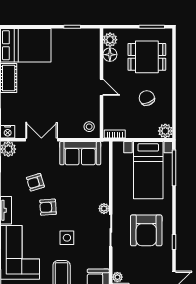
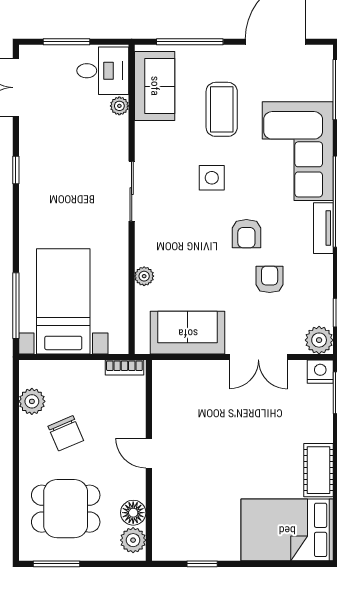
stool: (89, 127) -> (171, 381), removed
plant: (165, 131) -> (32, 401), moved
armchair: (35, 182) -> (270, 279), turned -73
armchair: (48, 207) -> (246, 234), turned 94
plant: (104, 209) -> (144, 276), moved
armchair: (146, 230) -> (67, 191), removed

